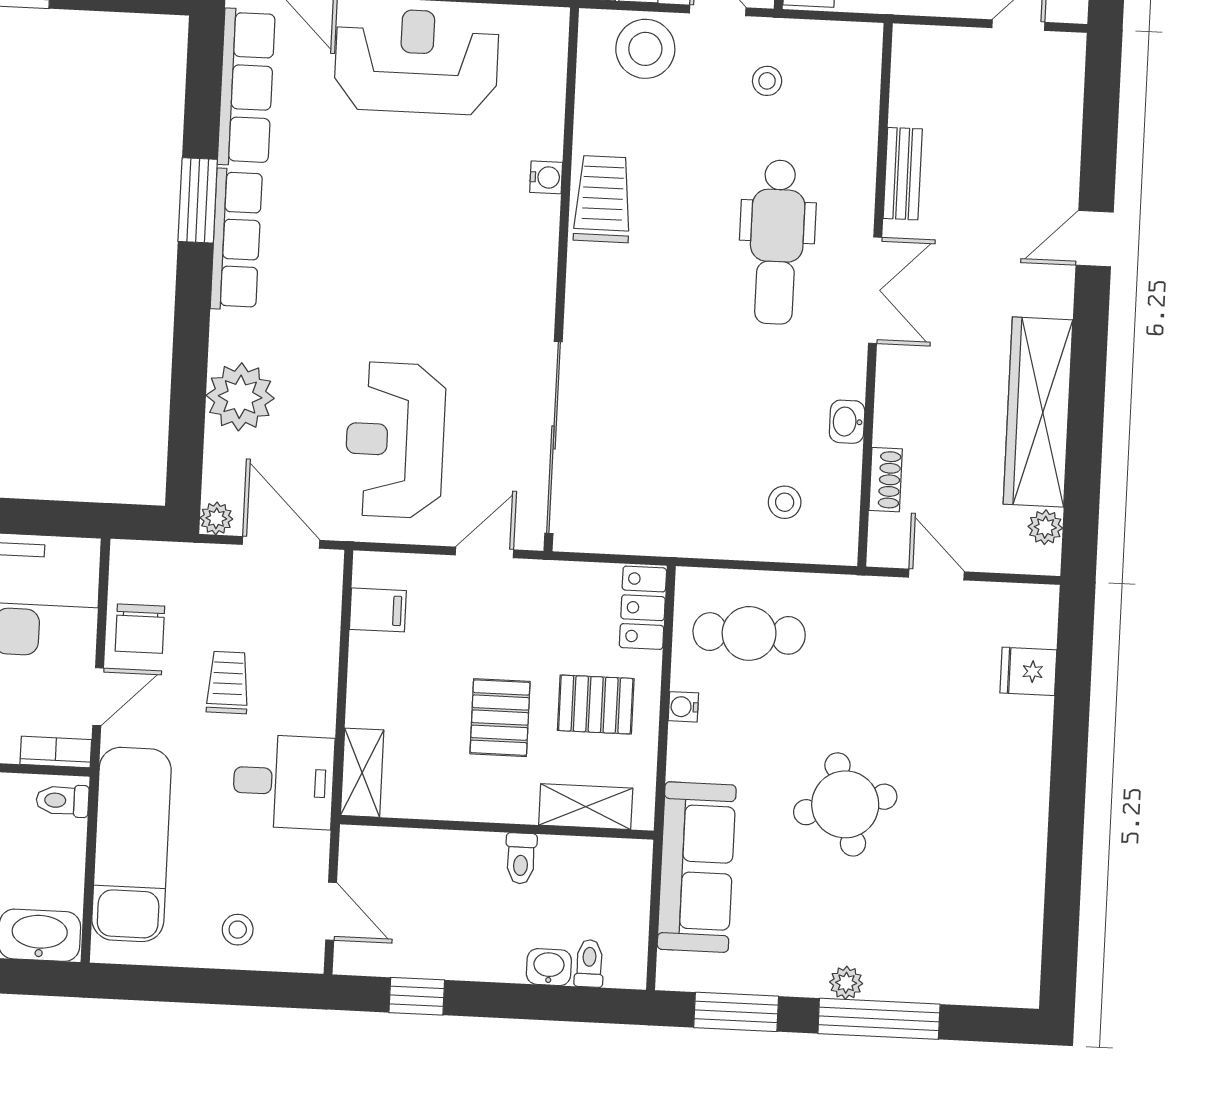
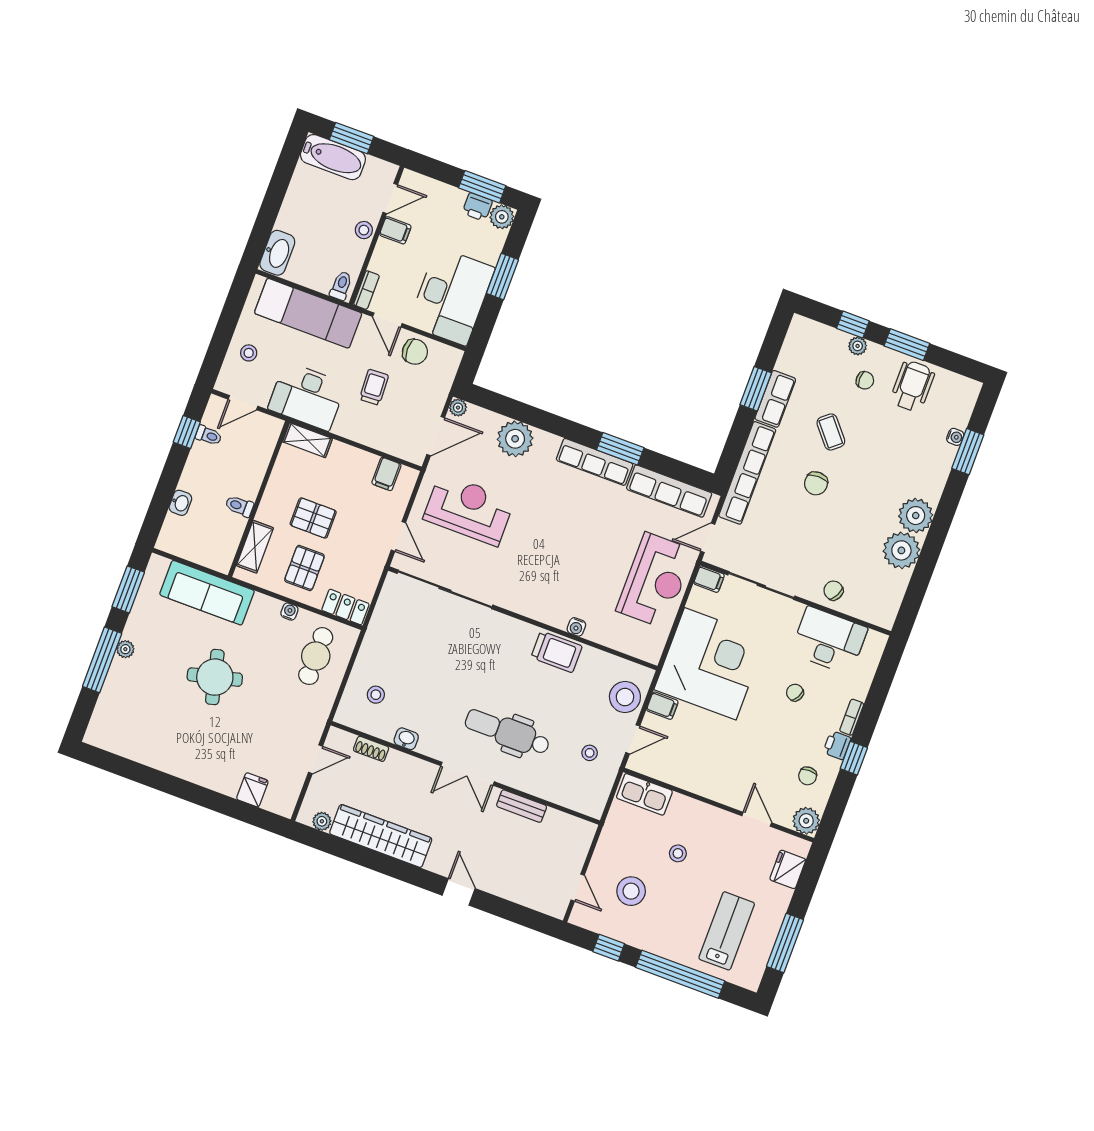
chair: (140, 629) -> (415, 352), turned 180
trolley: (228, 683) -> (374, 387), turned -93
desk: (283, 782) -> (307, 396), width x1.37
toilet: (589, 963) -> (209, 435), moved

